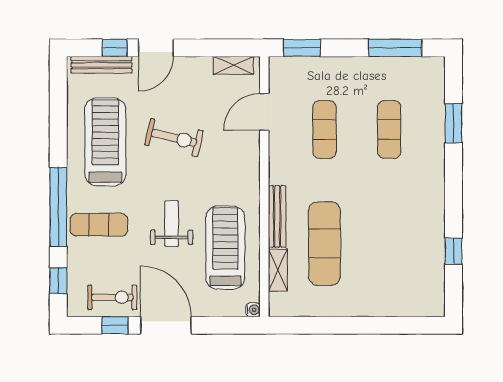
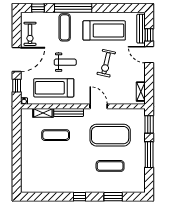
window: (395, 48) -> (149, 155), moved
door: (264, 112) -> (99, 106), moved
exercise mat: (324, 130) -> (110, 135), width x2.00, depth x1.45
exercise mat: (324, 244) -> (56, 135), width x0.73, depth x0.69
treadmill: (225, 248) -> (54, 88), turned 180
window: (453, 251) -> (79, 197), moved
window: (115, 325) -> (17, 86), moved

